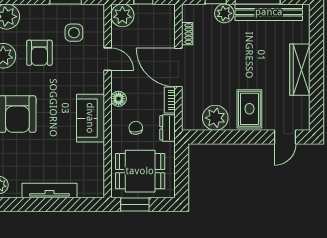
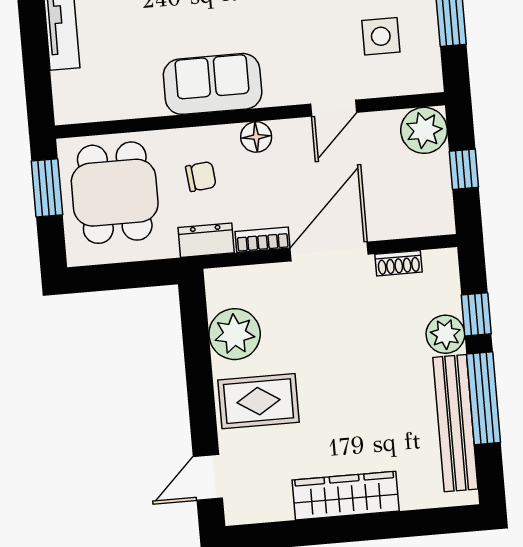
door: (285, 137) -> (208, 477), hinge flipped

